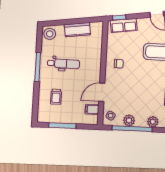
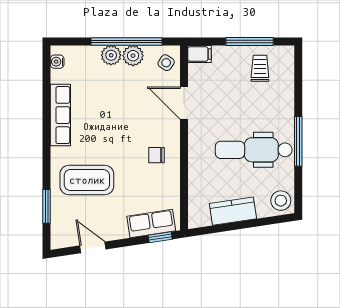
dental chair: (64, 64) -> (254, 150), width x1.36, depth x1.38
door: (102, 92) -> (184, 103), swing flipped
trolley: (56, 97) -> (260, 68), moved
filing cabinet: (92, 109) -> (199, 54), moved
plant: (153, 122) -> (111, 55), moved

